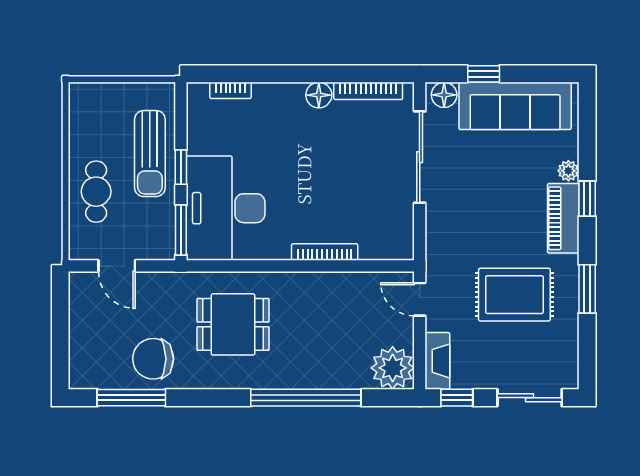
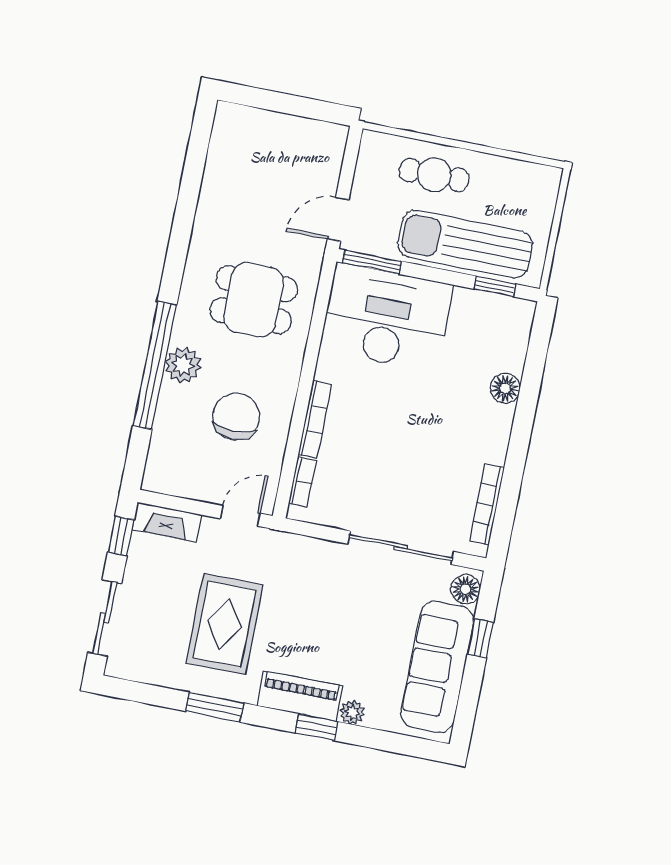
bookcase: (230, 90) -> (302, 482), moved, turned 180
floor lamp: (319, 95) -> (505, 388), moved
sun lounger: (150, 154) -> (465, 244), width x1.36, depth x1.34
window: (181, 167) -> (495, 286), moved
door: (117, 266) -> (338, 219), moved
dining table: (233, 324) -> (254, 300), turned 90
chair: (153, 359) -> (236, 417), moved
plant: (393, 368) -> (183, 365), moved, width x0.73, depth x0.73
window: (131, 398) -> (194, 169), removed

